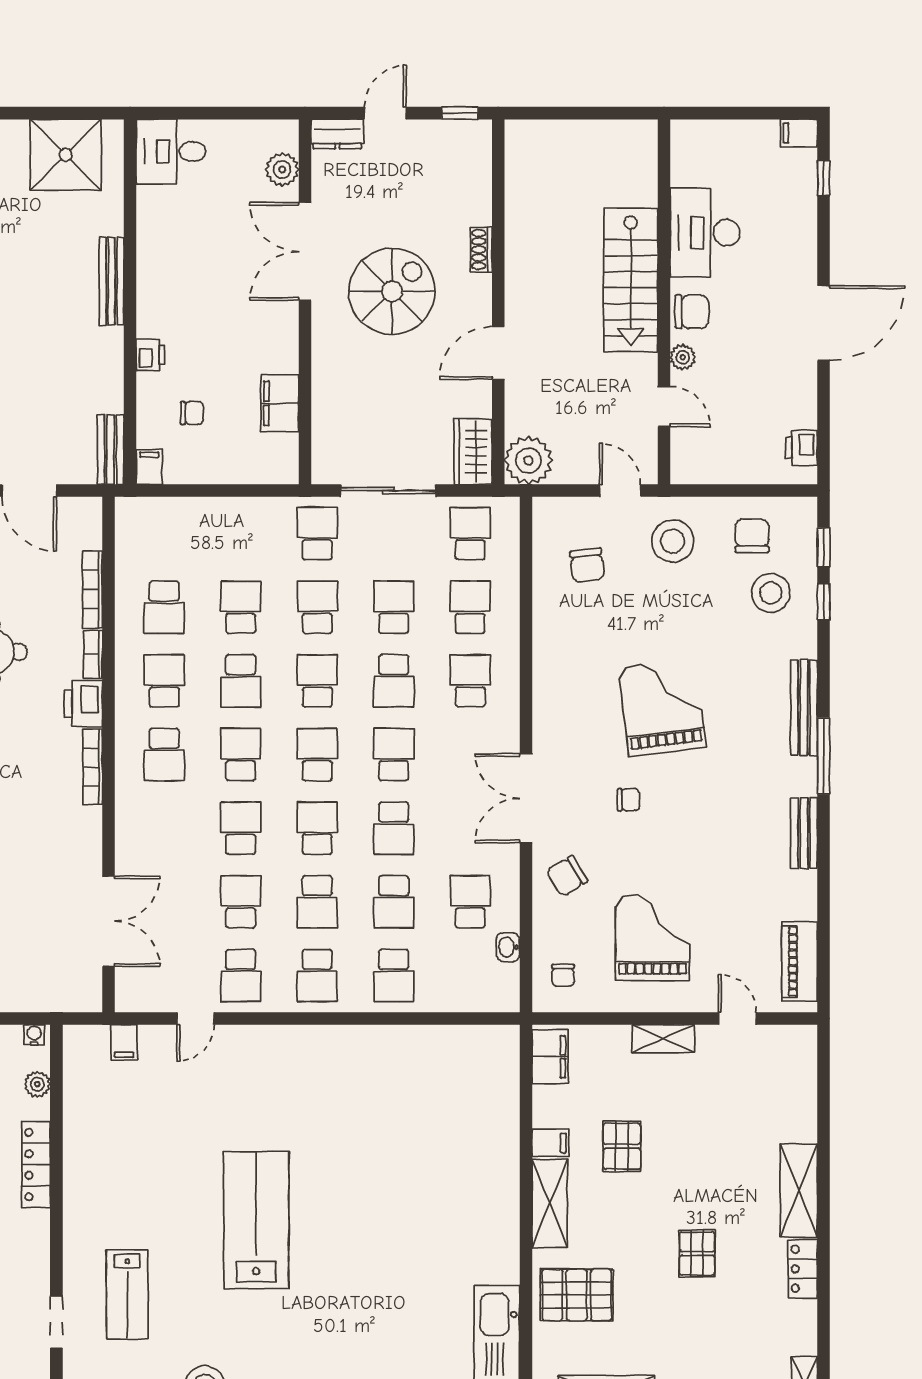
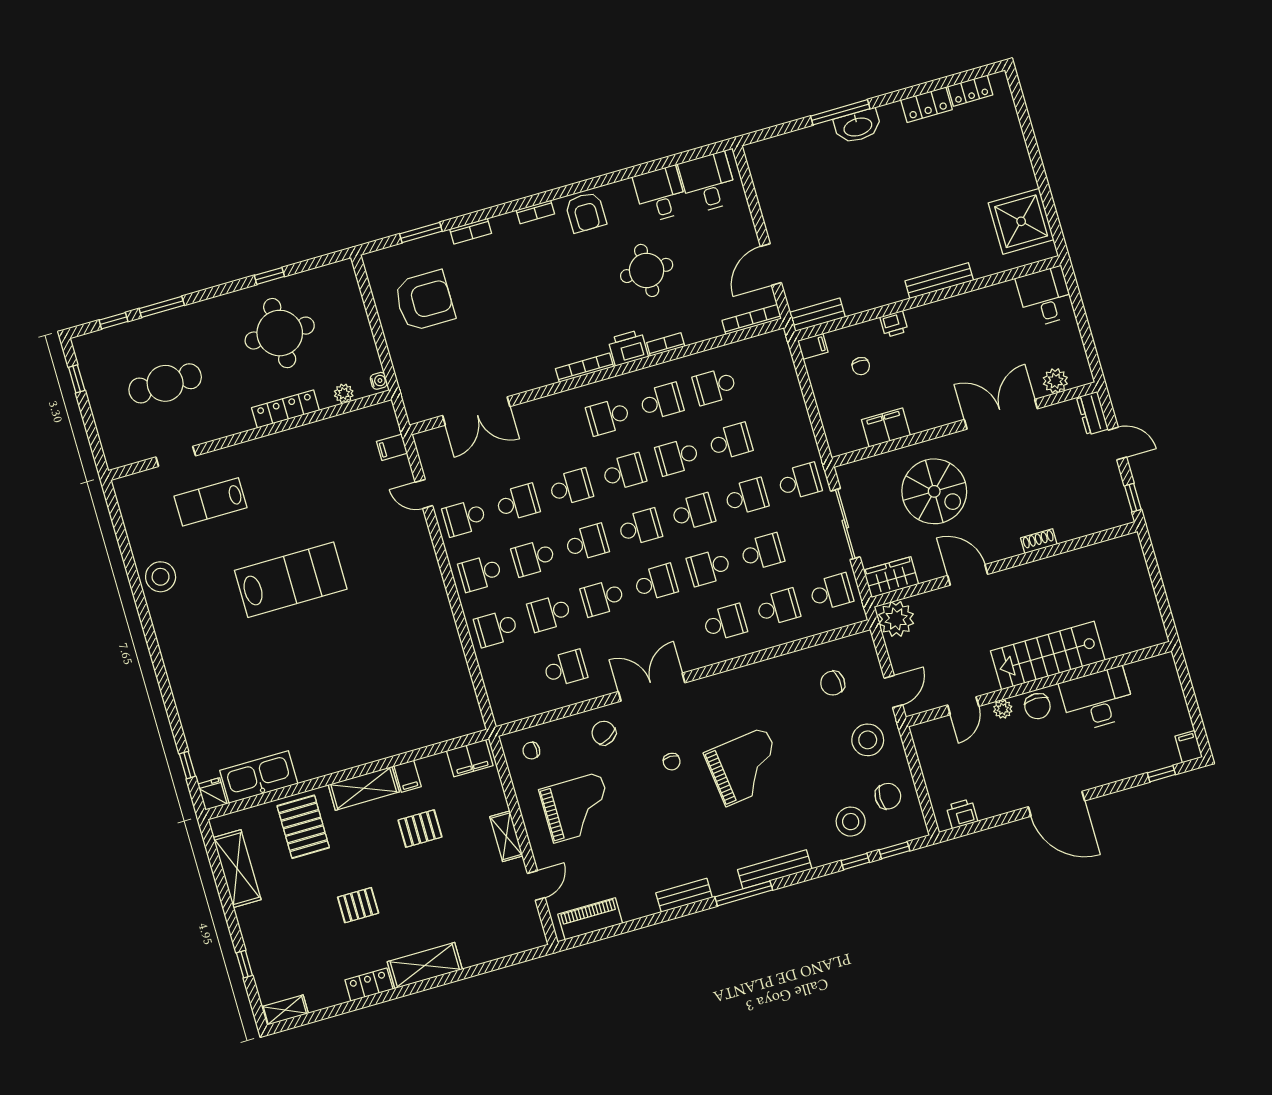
spiral stairs: (392, 291) -> (934, 491), moved
bookcase: (93, 590) -> (752, 320), moved
washbasin: (508, 947) -> (540, 705), removed

